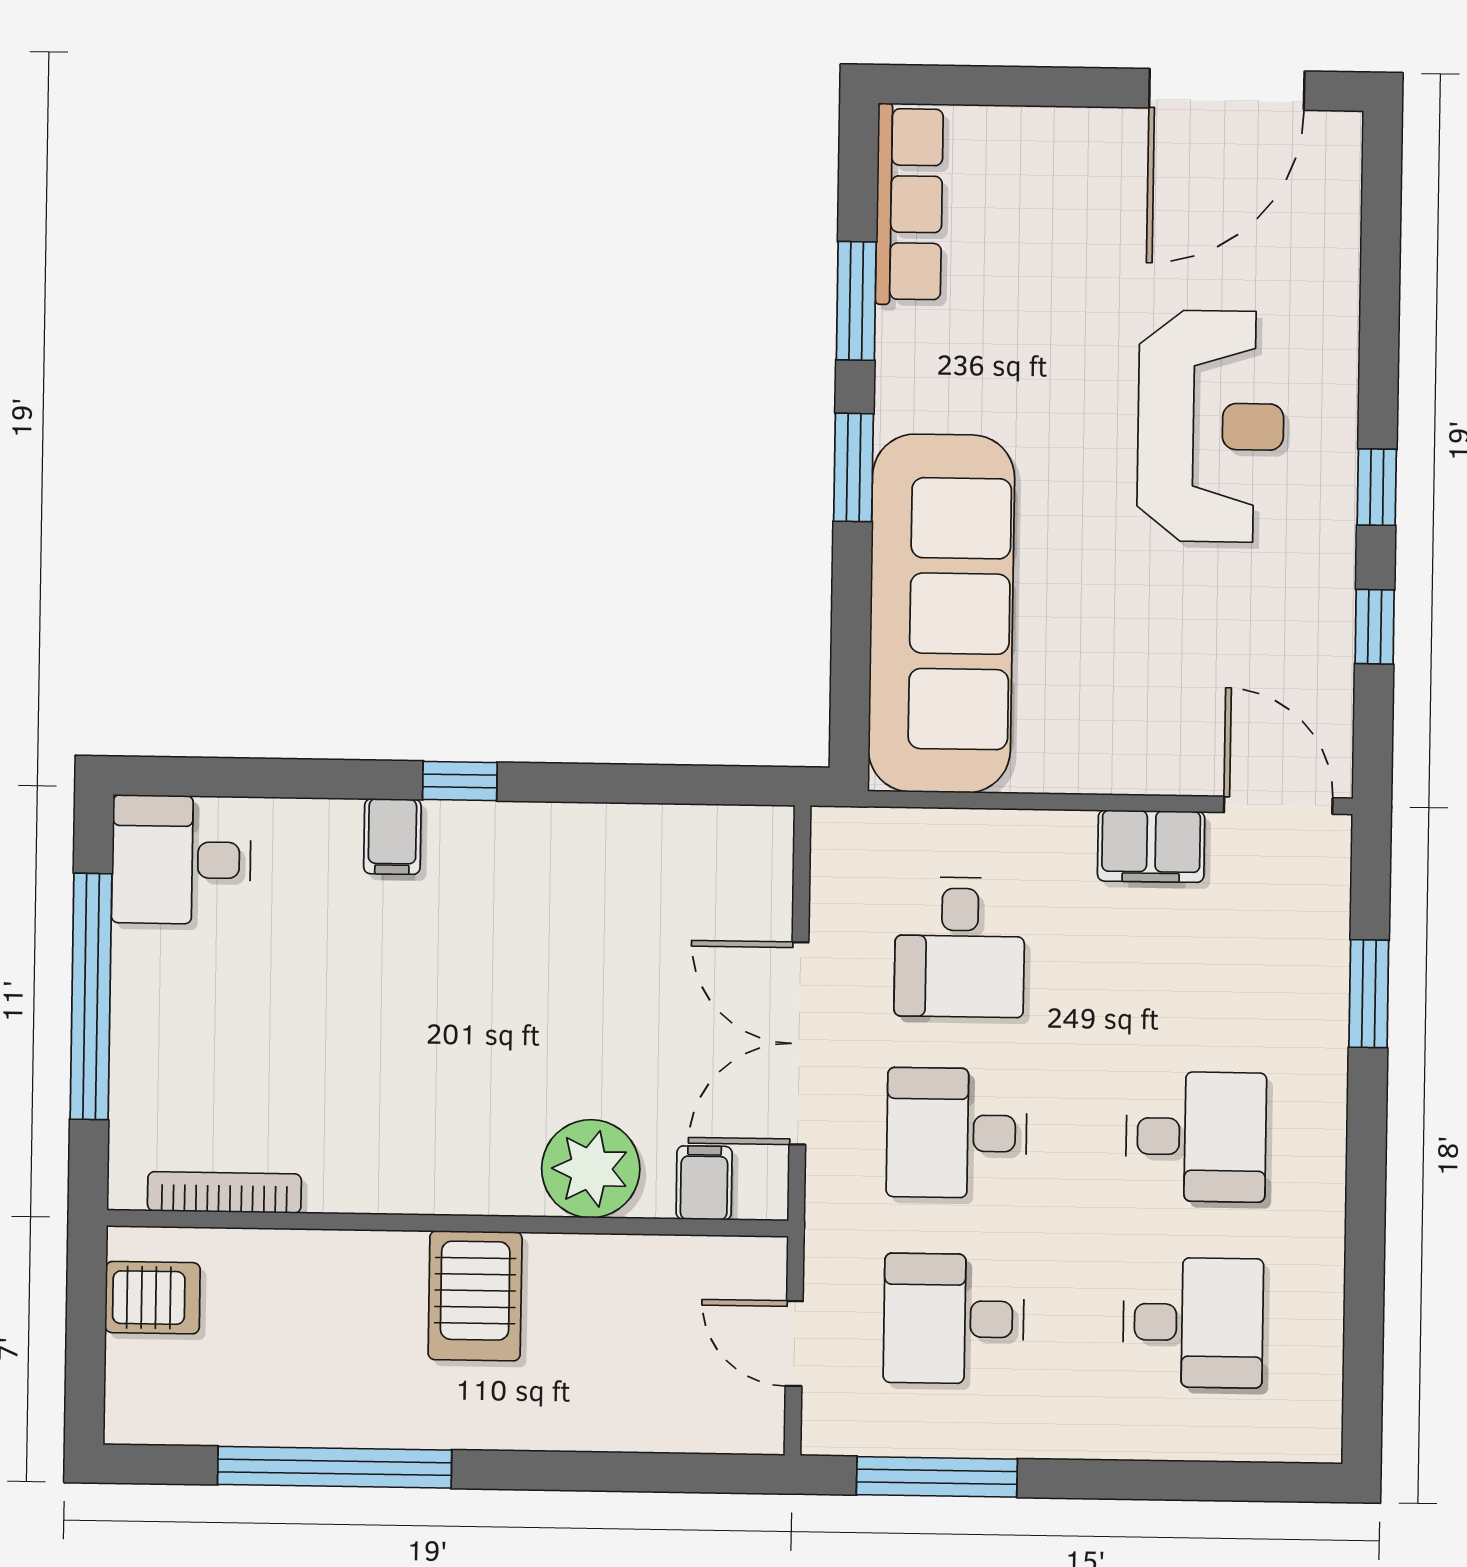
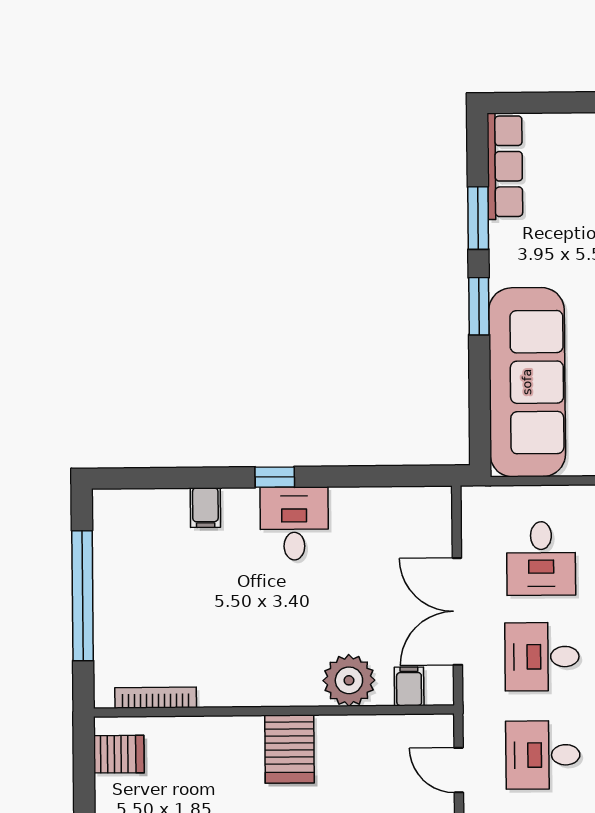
filing cabinet: (392, 837) -> (205, 508), moved
desk: (181, 860) -> (294, 523), moved, turned 90

